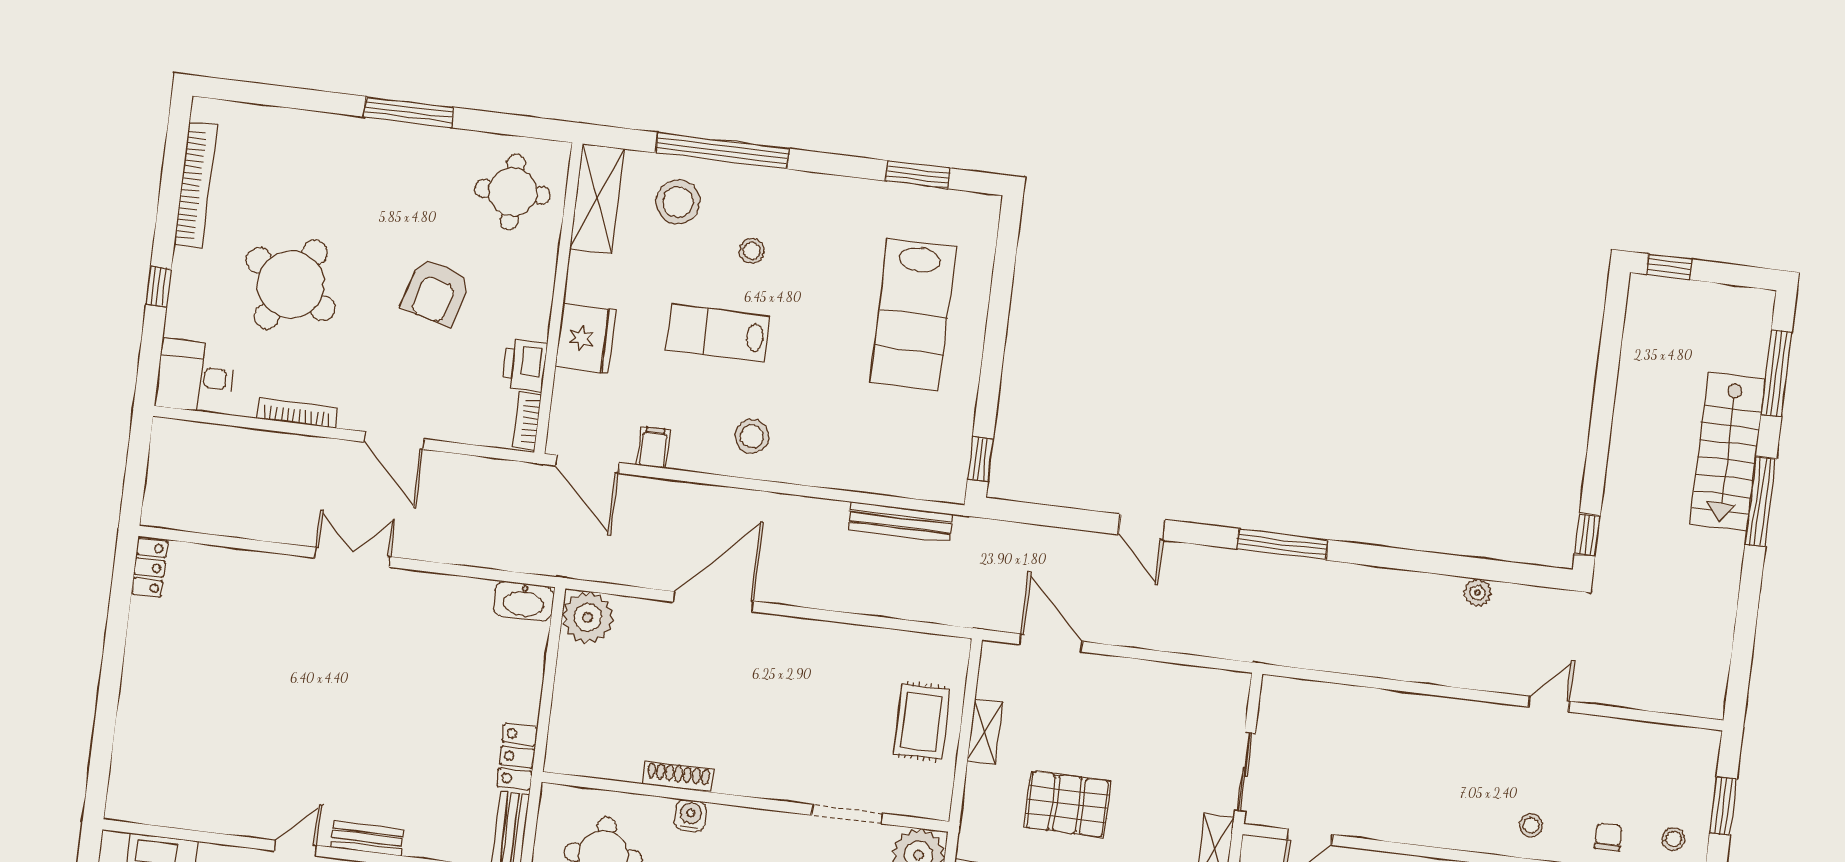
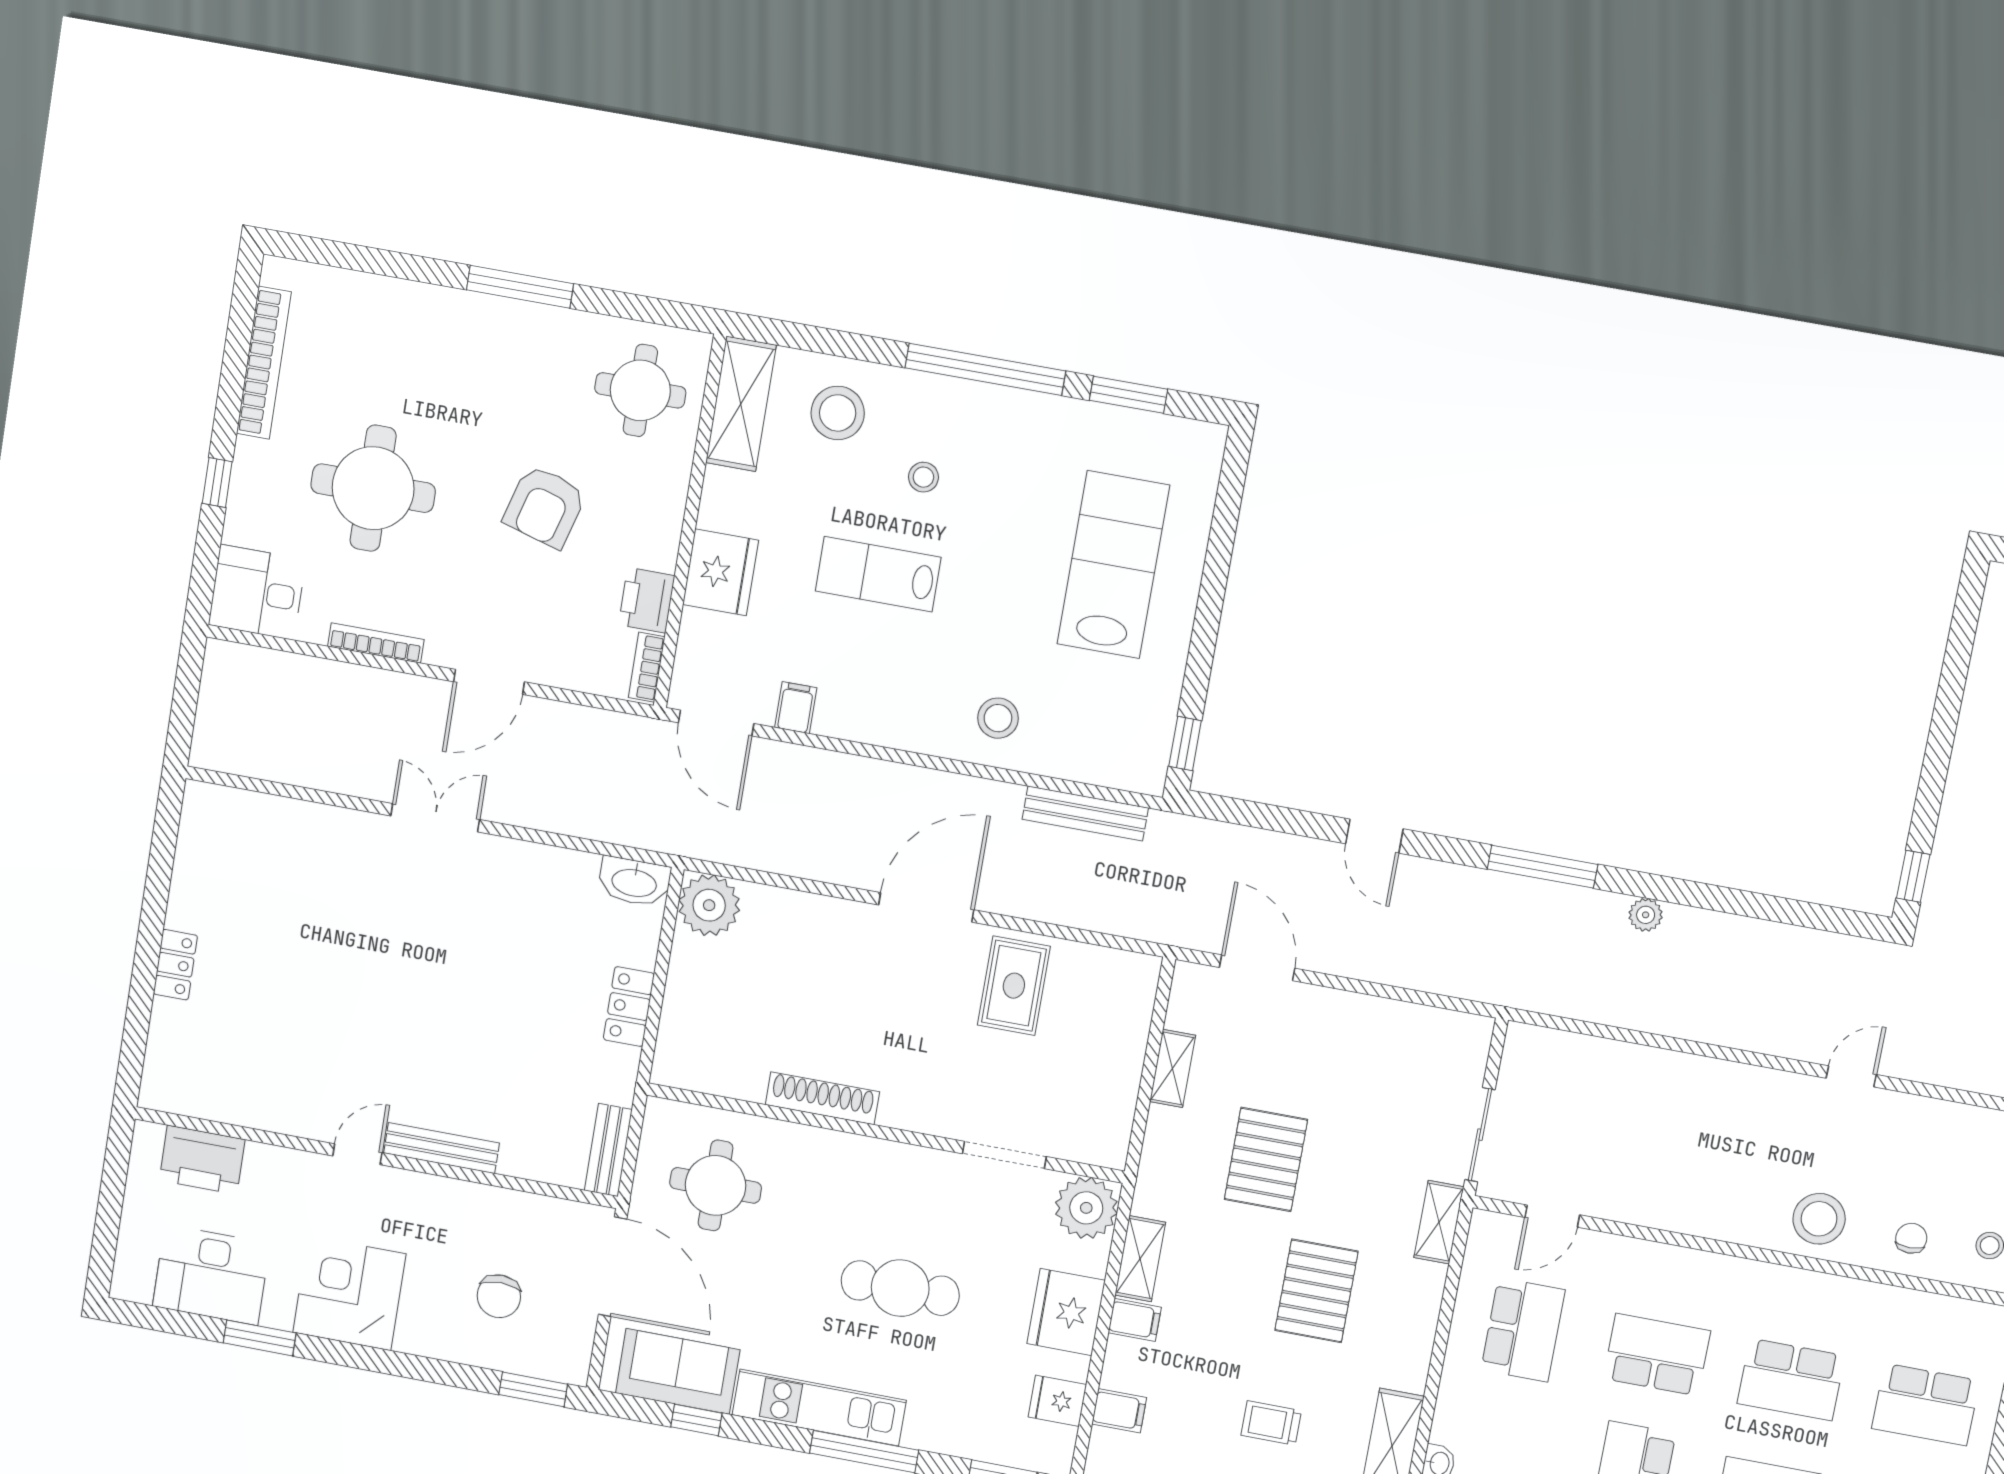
window: (722, 151) -> (985, 369), moved
round table: (291, 284) -> (373, 488), turned -30
lab bench: (913, 314) -> (1113, 565), turned 180
stool: (752, 436) -> (998, 718), moved
door: (394, 440) -> (489, 682), hinge flipped
locker: (149, 567) -> (175, 965), moved
plant: (1478, 593) -> (1646, 915), moved
door: (713, 601) -> (926, 907), moved
rug: (922, 721) -> (1014, 986), moved
locker: (517, 757) -> (629, 1007), moved
shoe rack: (678, 777) -> (822, 1098), width x1.36, depth x1.24
pallet: (1067, 804) -> (1266, 1159), turned 90
water cooler: (690, 816) -> (820, 1145), removed
stool: (1531, 825) -> (1819, 1219), width x1.89, depth x1.89
bench: (367, 838) -> (442, 1148), width x1.36

